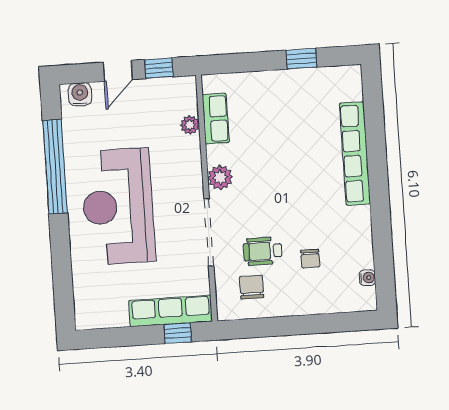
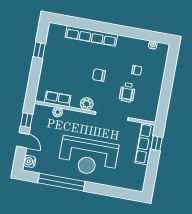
chair: (252, 287) -> (99, 75), moved

